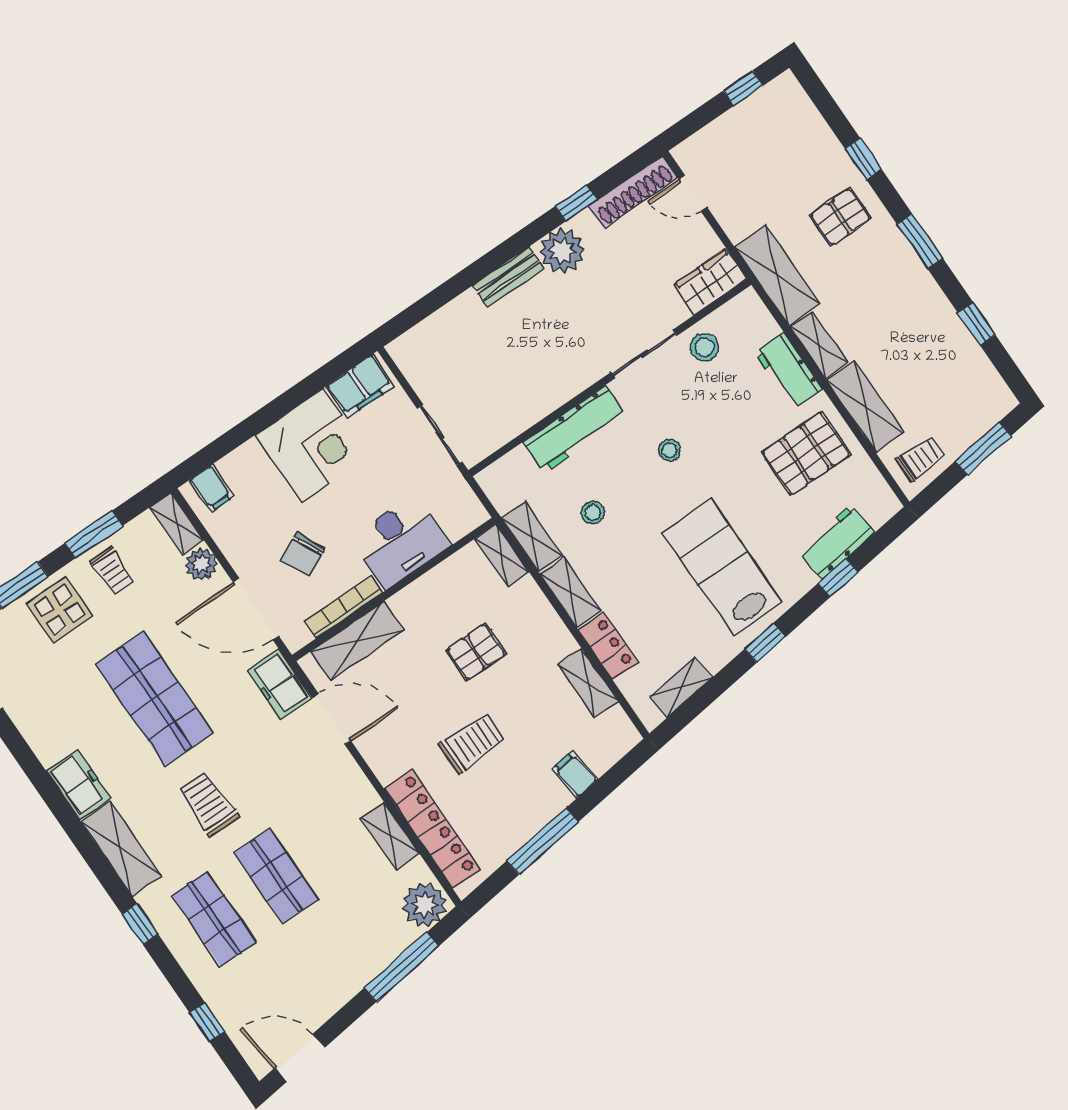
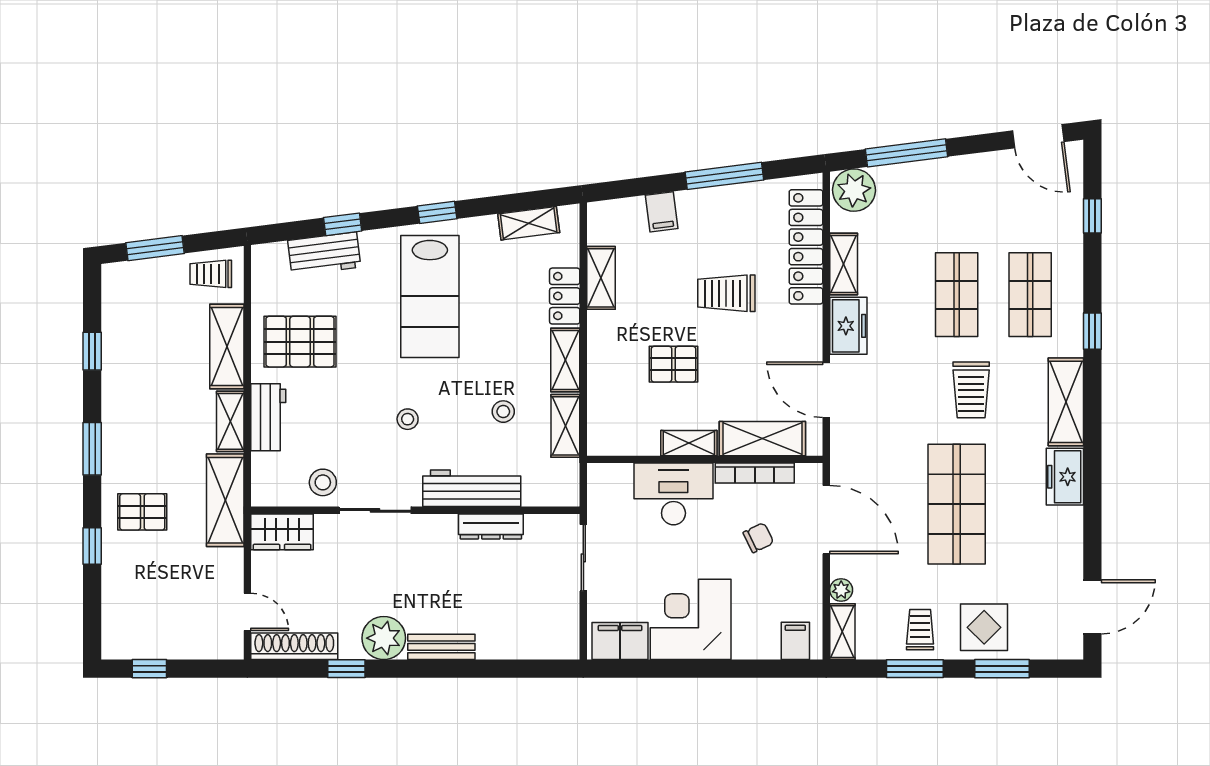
dresser: (536, 408) -> (491, 527), added
chair: (303, 554) -> (758, 538), width x0.73, depth x0.73
shelving: (502, 555) -> (689, 443), moved, turned 90
plant: (201, 564) -> (841, 590), width x0.73, depth x0.73
freezer: (280, 684) -> (848, 326), moved

